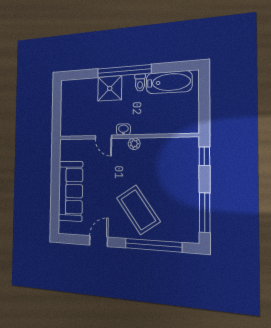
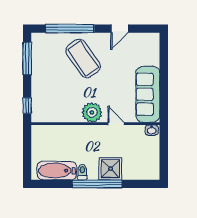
washbasin: (123, 129) -> (152, 130), moved
plant: (134, 144) -> (92, 112), width x1.88, depth x1.88
sofa: (71, 191) -> (148, 94), moved

